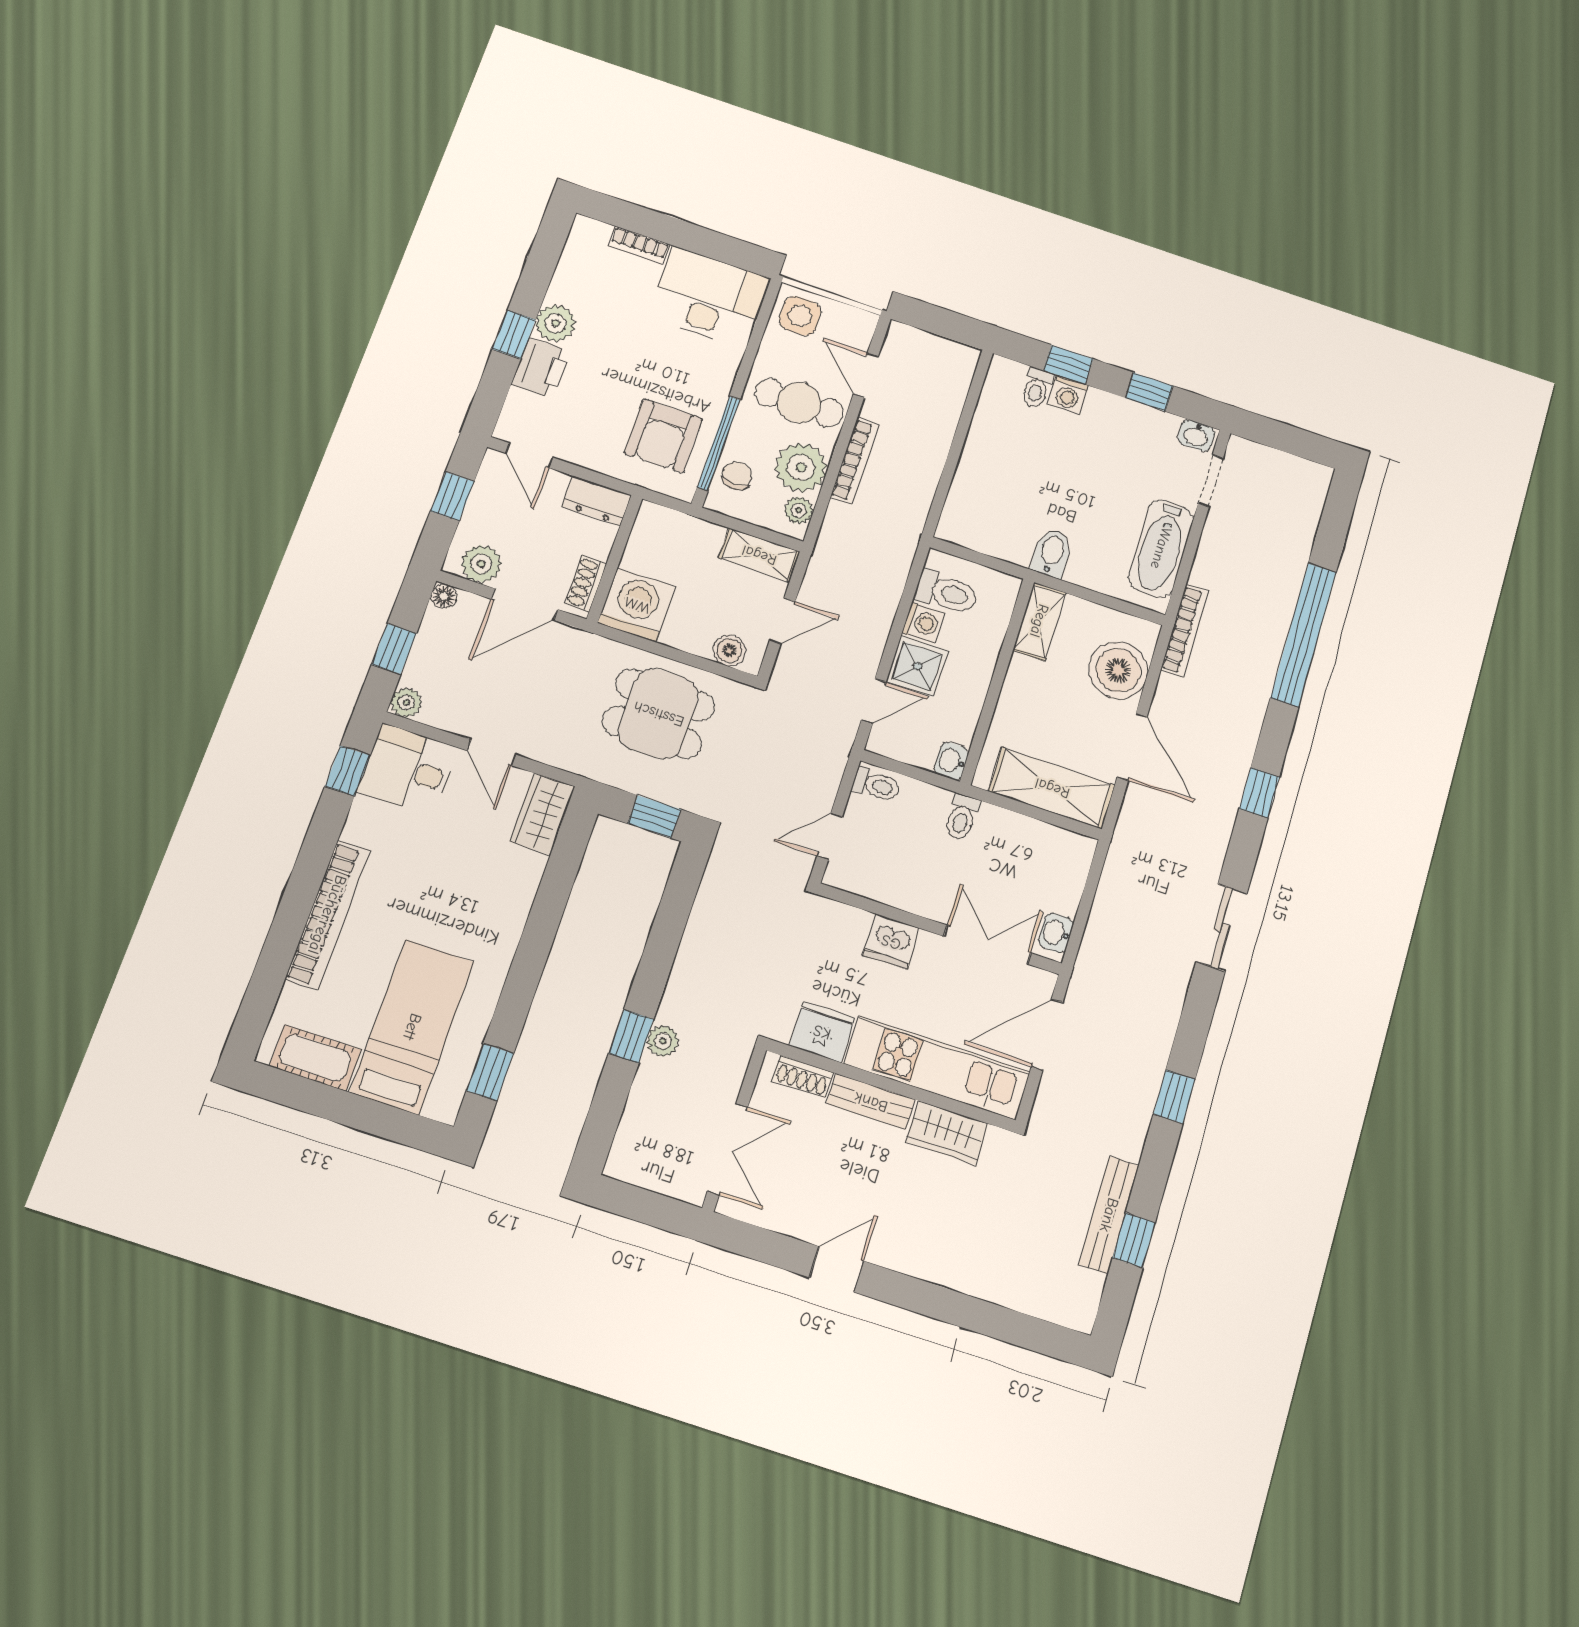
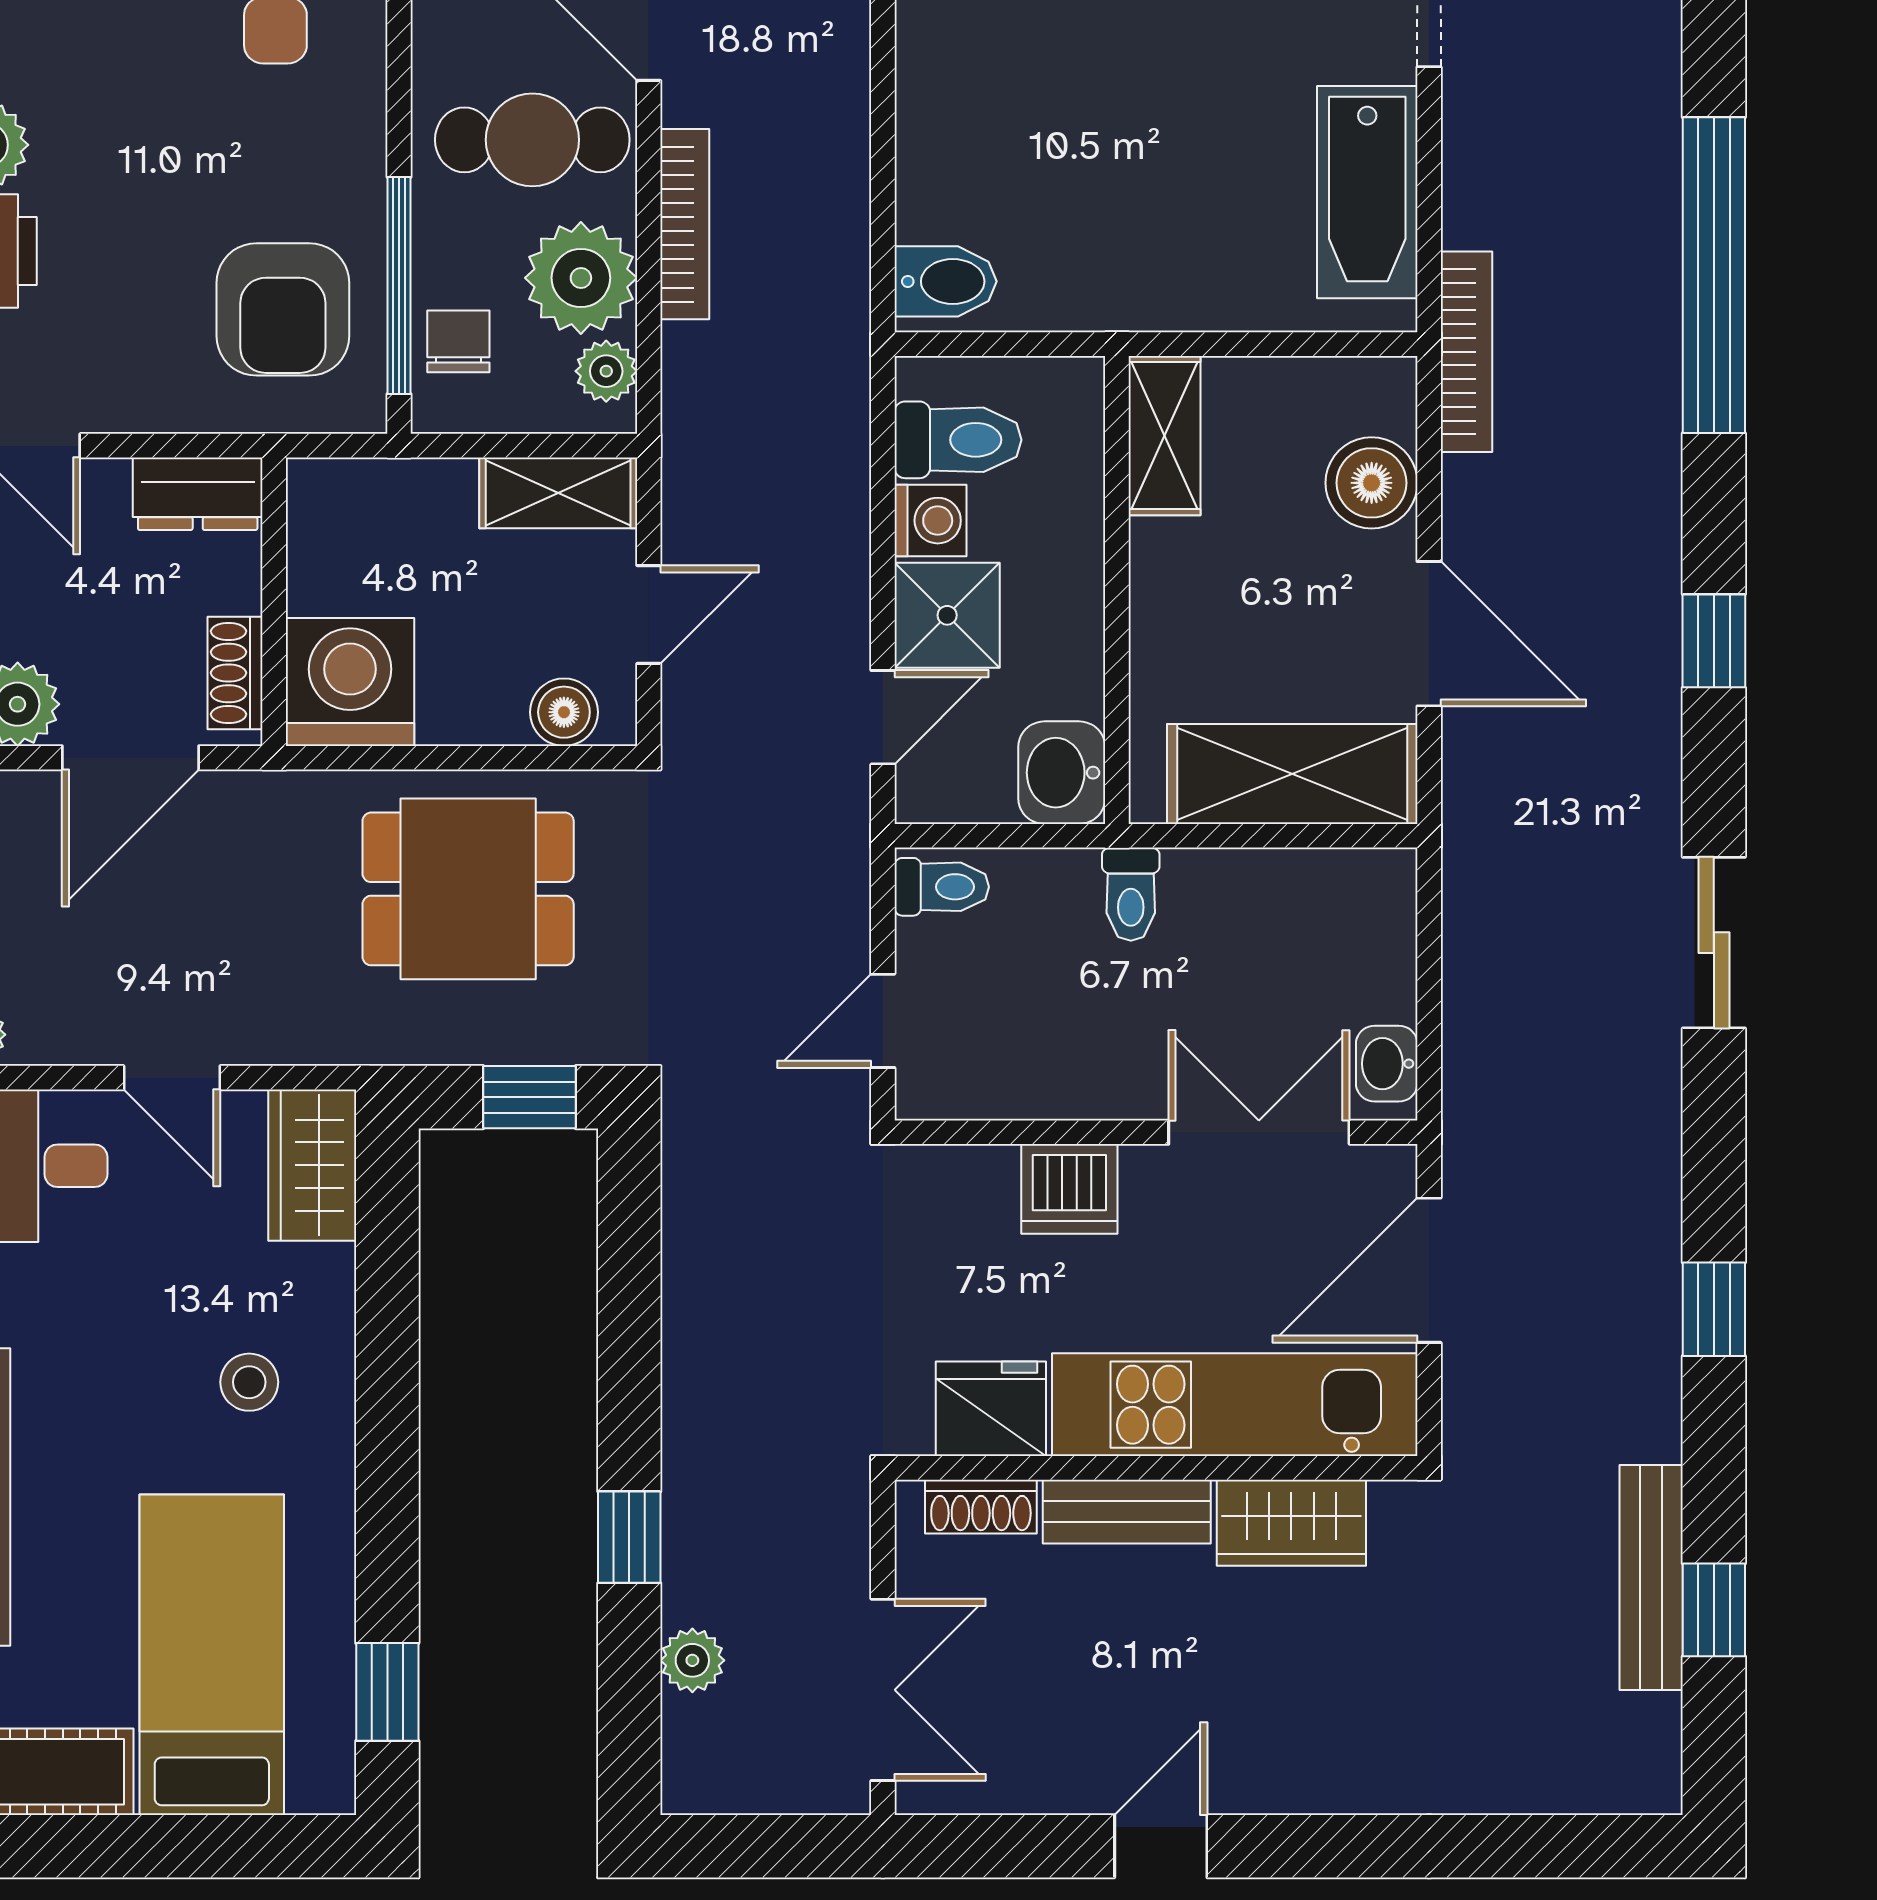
bidet: (1052, 553) -> (946, 281), moved, turned 90
boiler: (1118, 670) -> (1372, 483), width x0.73, depth x0.73
washbasin: (951, 761) -> (1062, 773), width x1.38, depth x1.45
stool: (477, 904) -> (249, 1382), added
plant: (663, 1041) -> (692, 1660), moved

